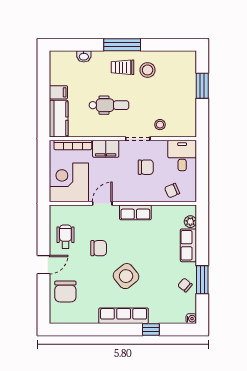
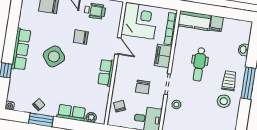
chair: (99, 248) -> (81, 37), turned 90

